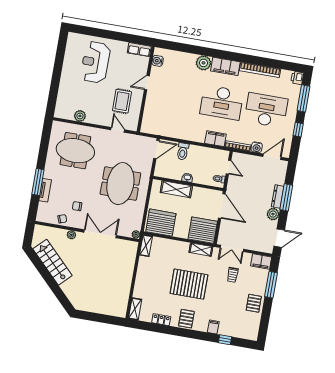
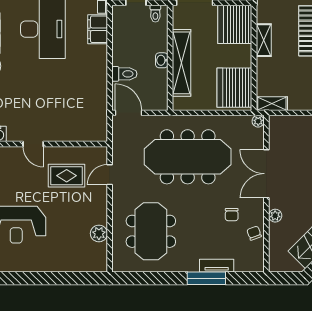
meeting table: (120, 184) -> (188, 157), width x1.36
shelving: (176, 189) -> (182, 63), width x1.47
shelving: (201, 250) -> (264, 40), moved

